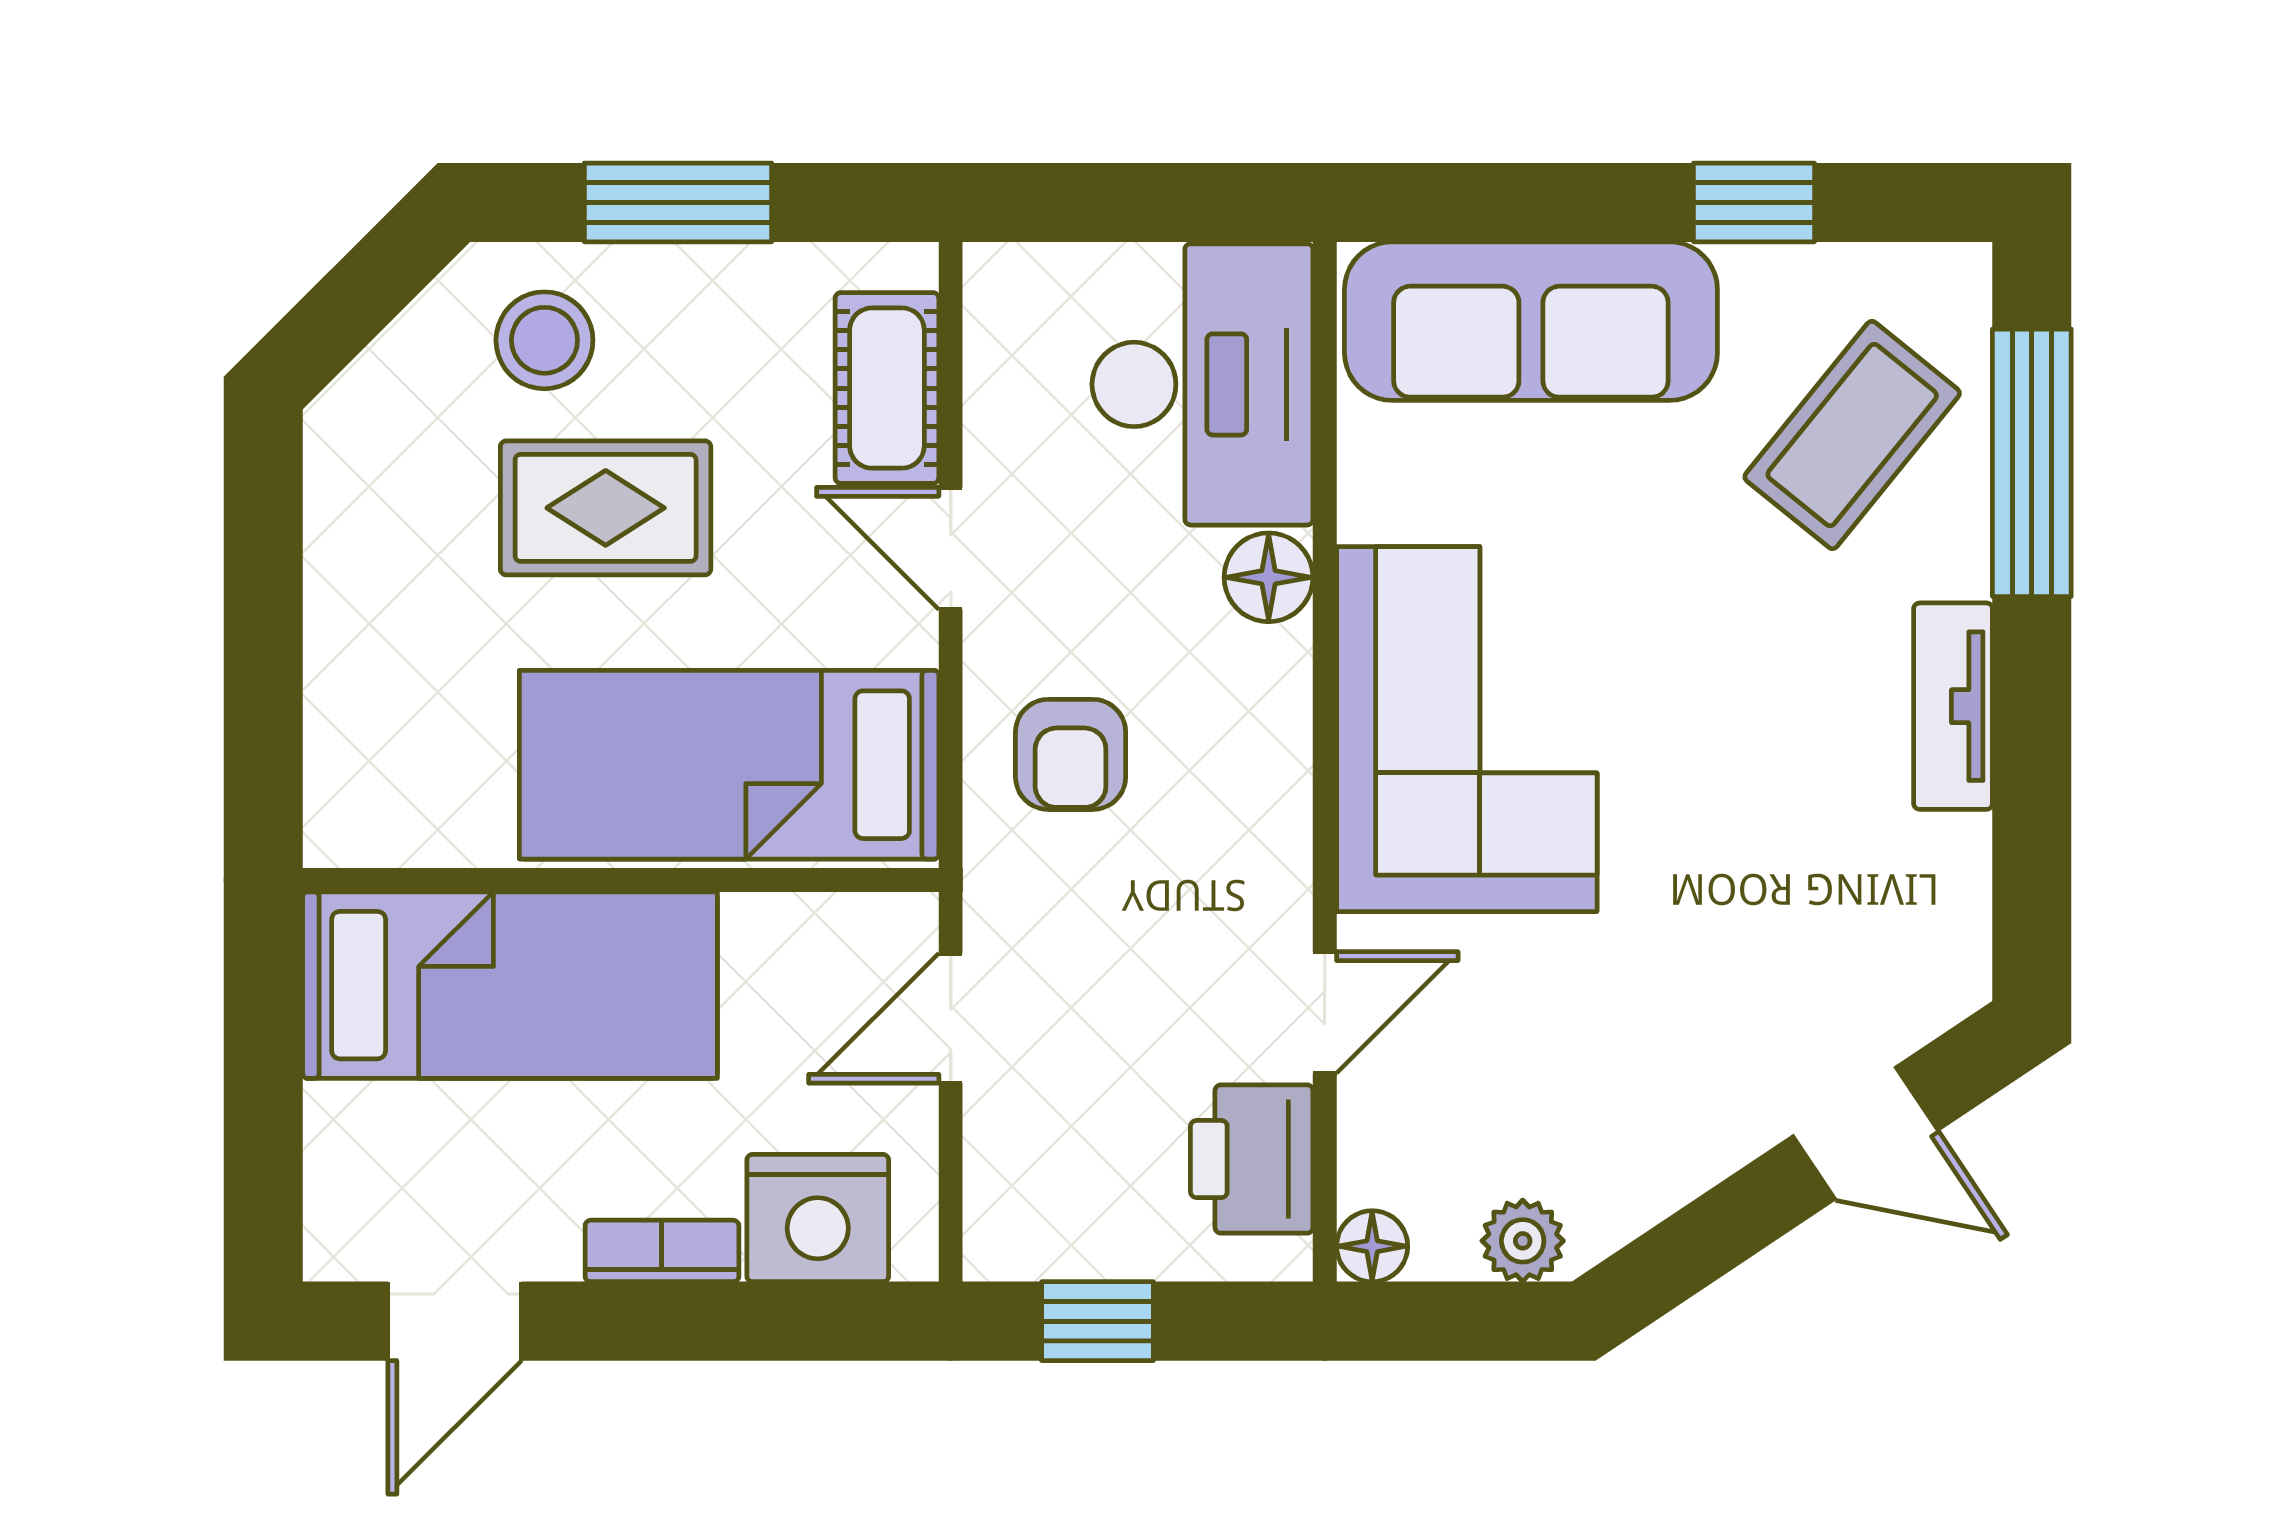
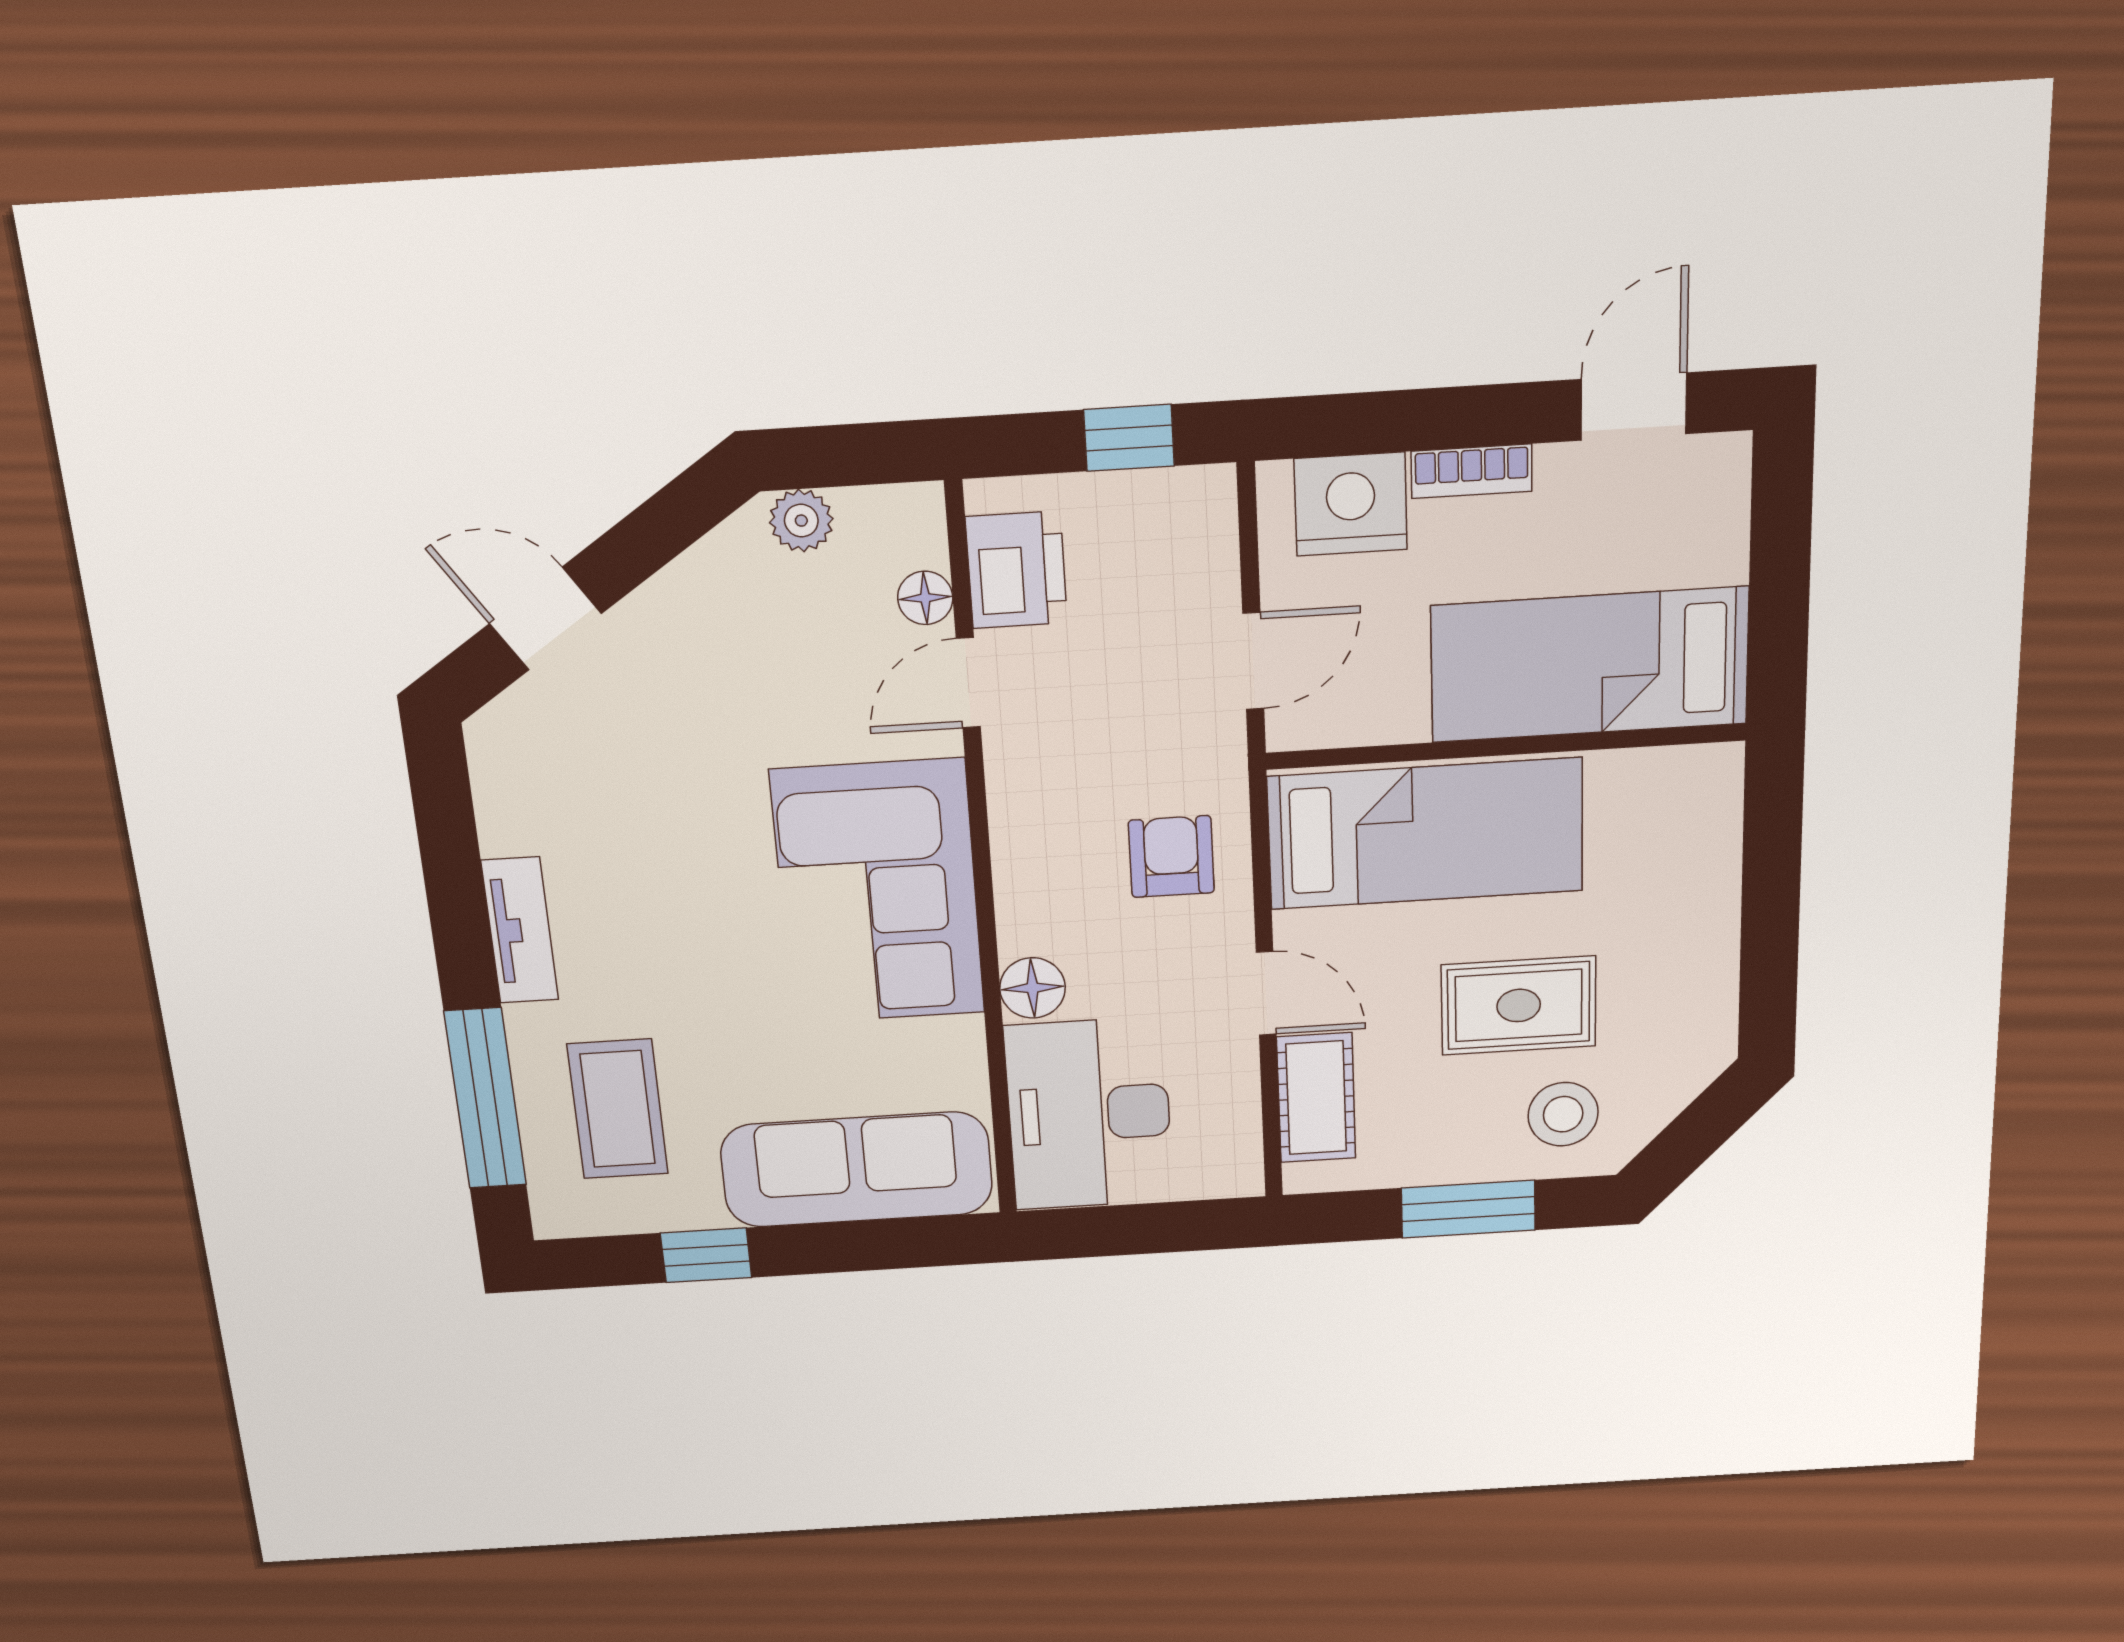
coffee table: (1852, 435) -> (618, 1109), turned -39
floor lamp: (1372, 1246) -> (925, 598), moved

